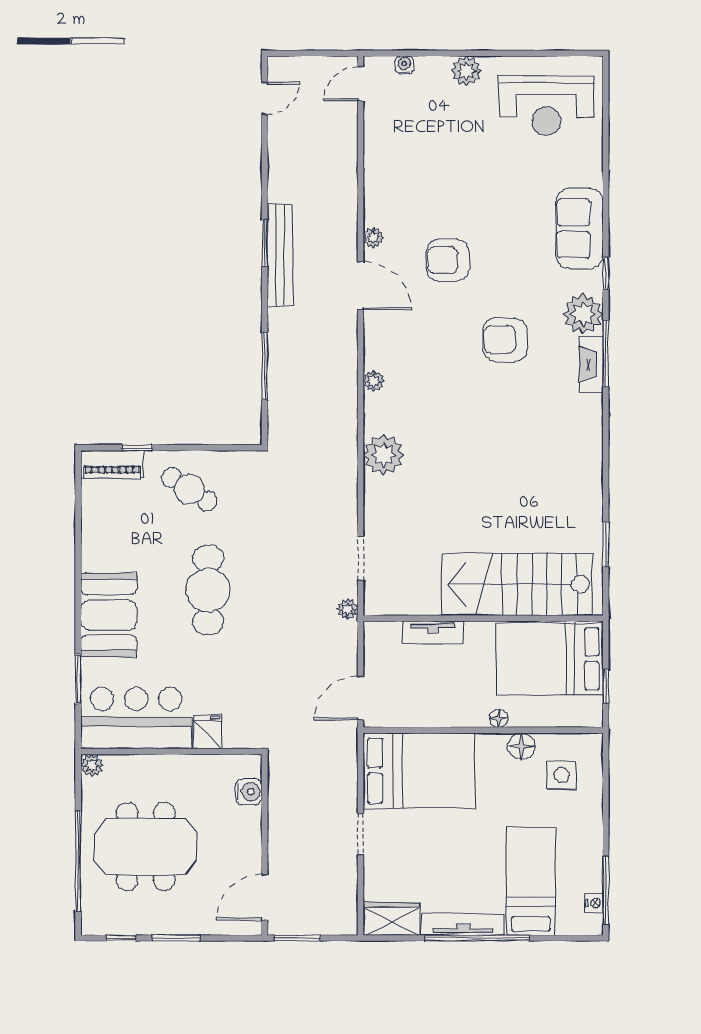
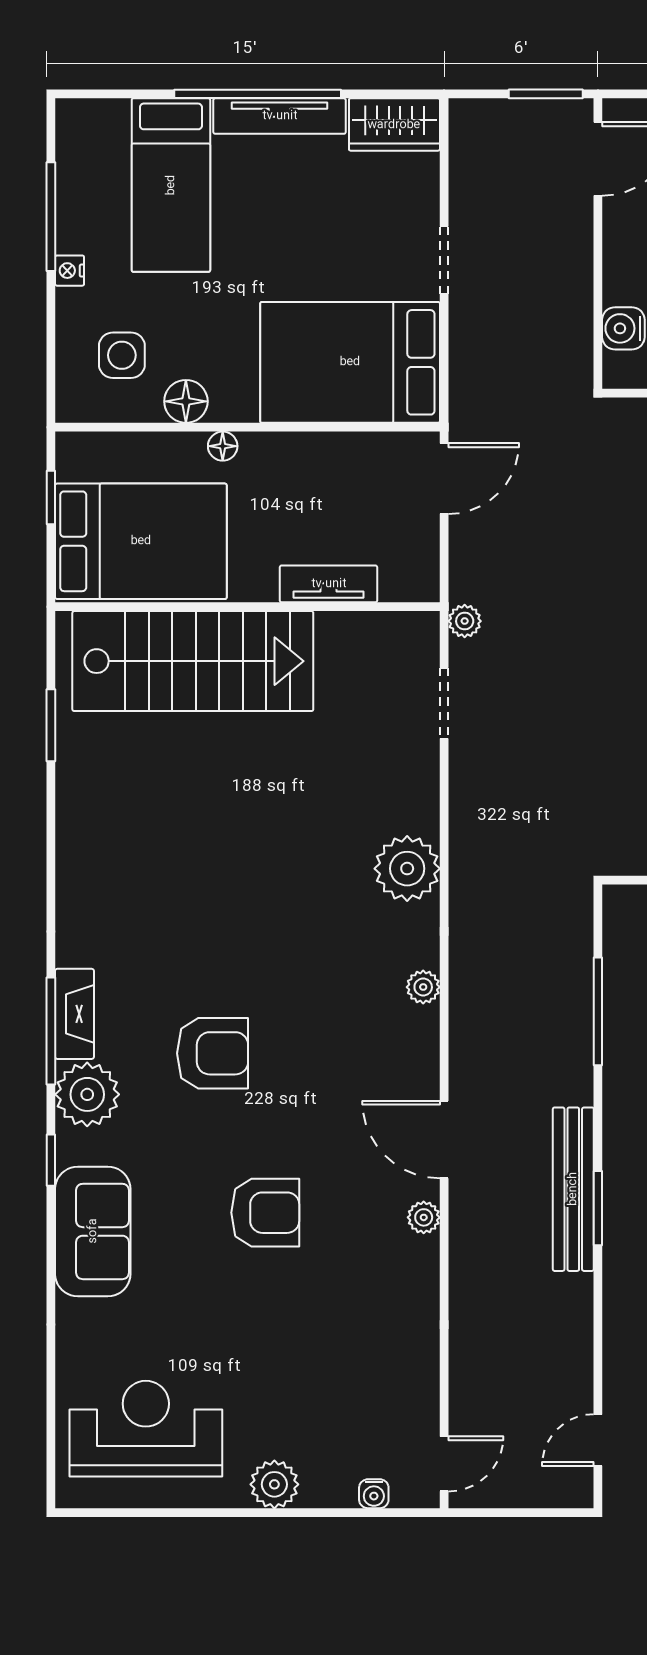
armchair: (448, 260) -> (265, 1213), moved
window: (606, 890) -> (51, 217), moved
nightstand: (594, 903) -> (70, 271), moved

